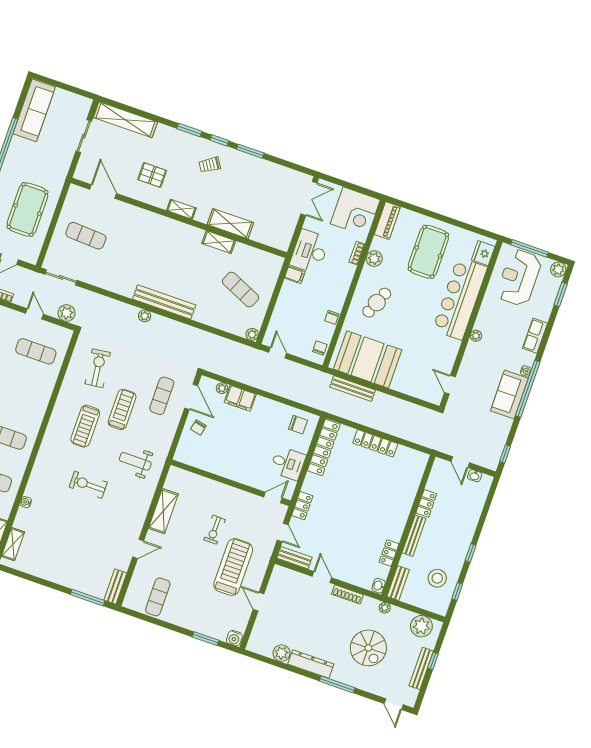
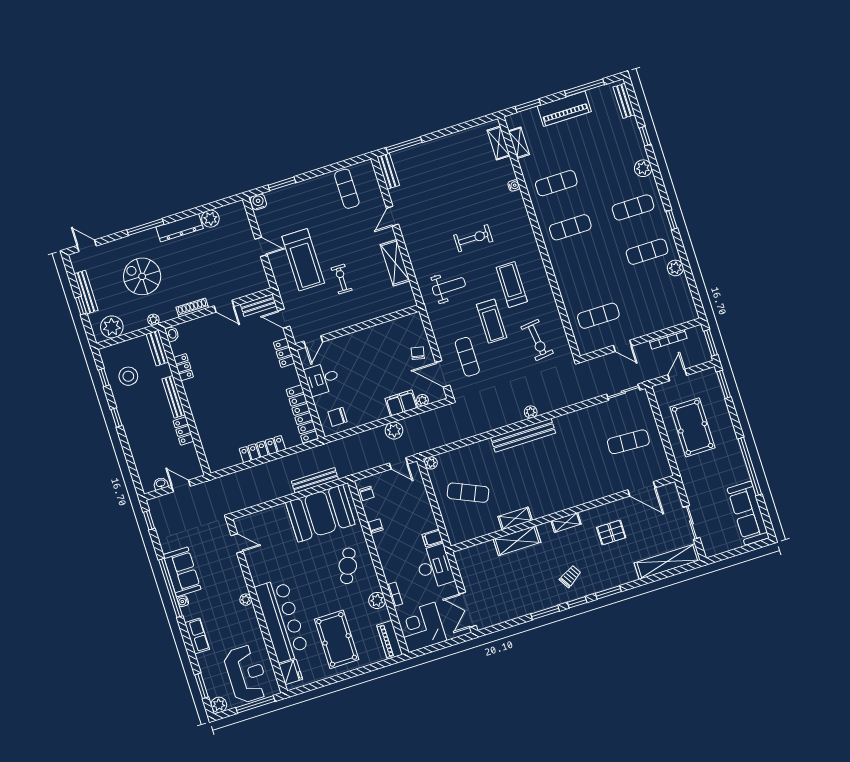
plant: (66, 313) -> (394, 430), moved

